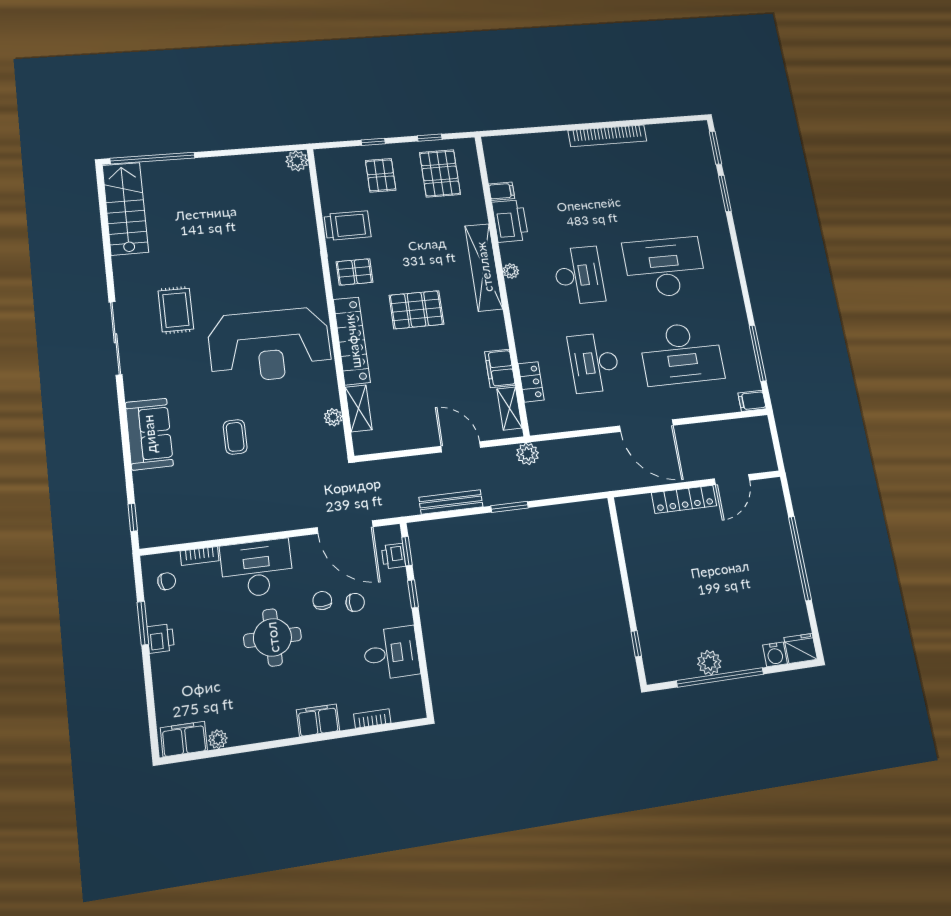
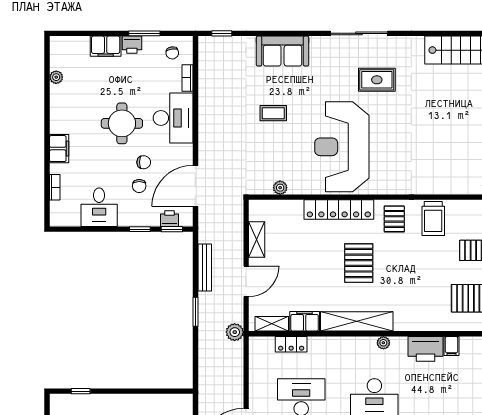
shelving: (484, 267) -> (357, 321), moved
shelving: (358, 408) -> (257, 239), moved, turned 90
filing cabinet: (184, 739) -> (106, 46), moved, turned 90

